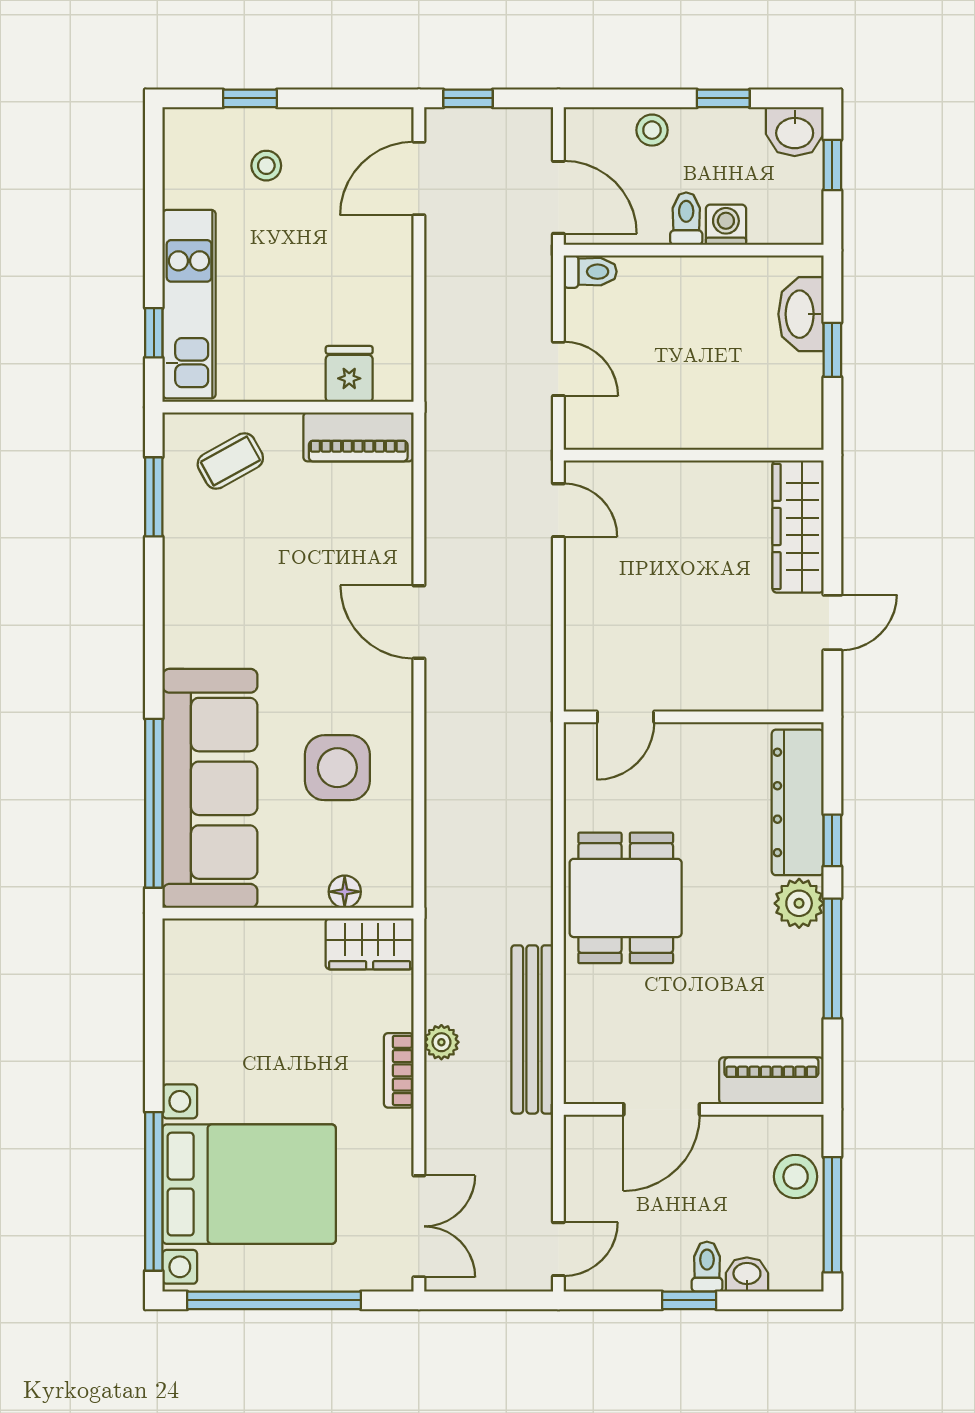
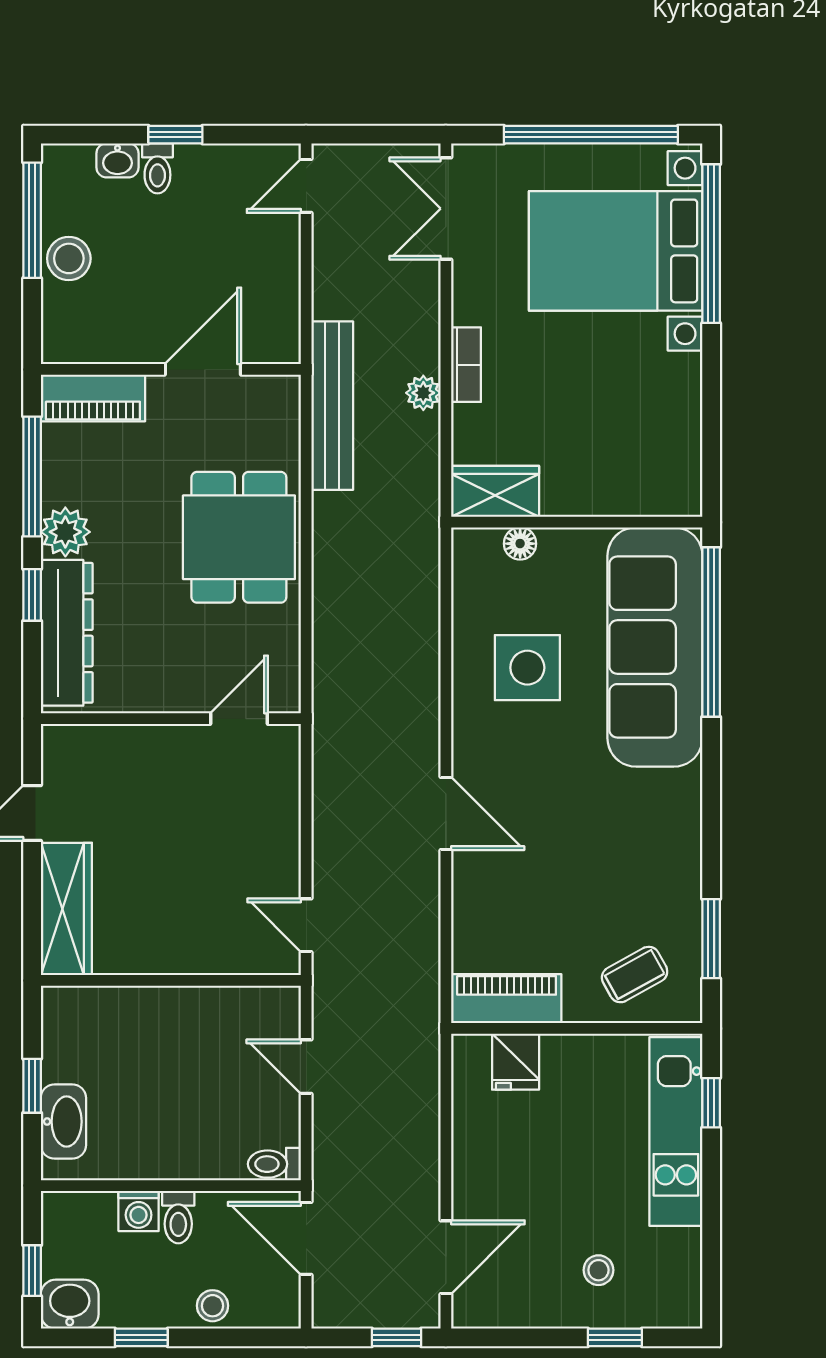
piano: (771, 1081) -> (93, 398), moved
door: (662, 1109) -> (203, 369), moved
wall: (694, 1109) -> (171, 369), moved

